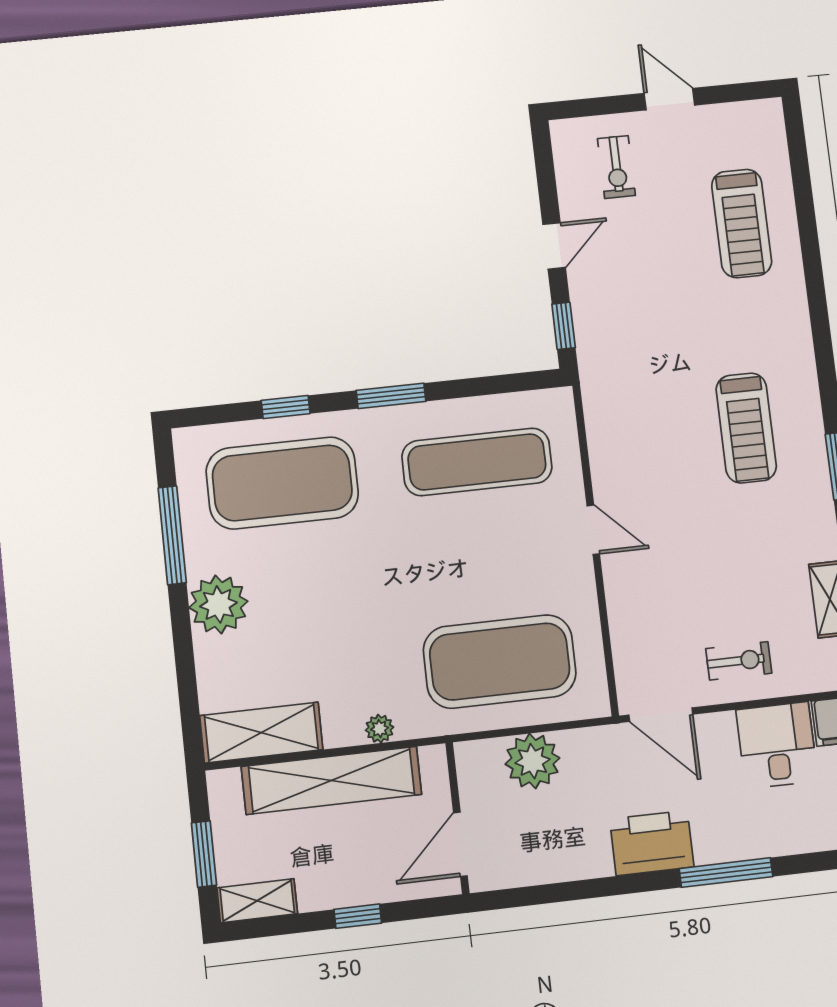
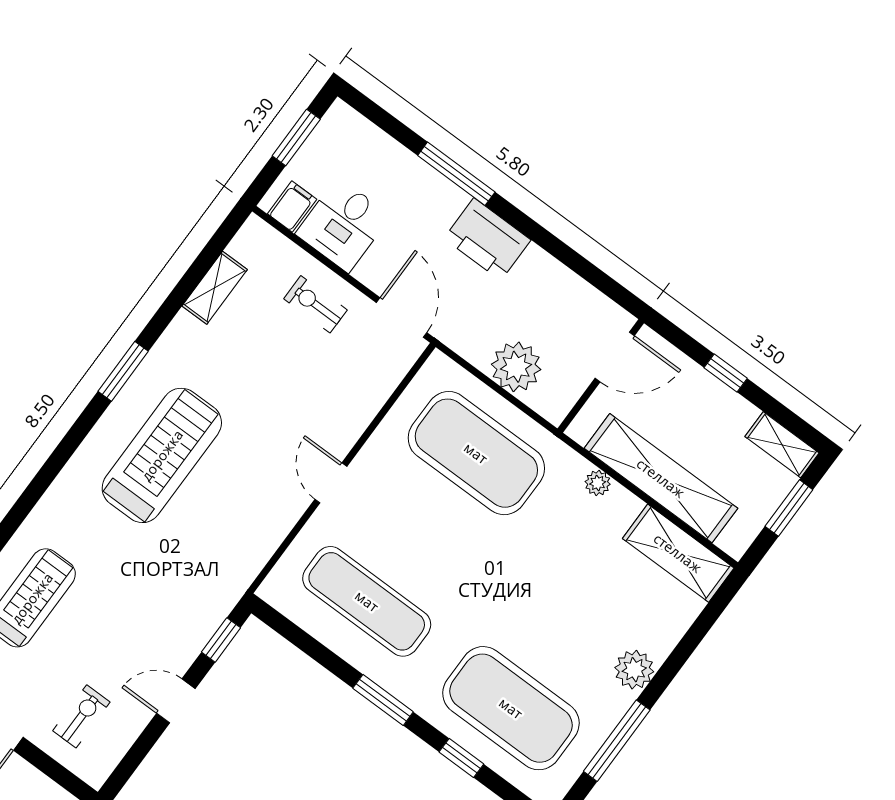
treadmill: (746, 428) -> (162, 455), width x1.37, depth x1.38
plant: (218, 604) -> (634, 670), width x0.73, depth x0.73

